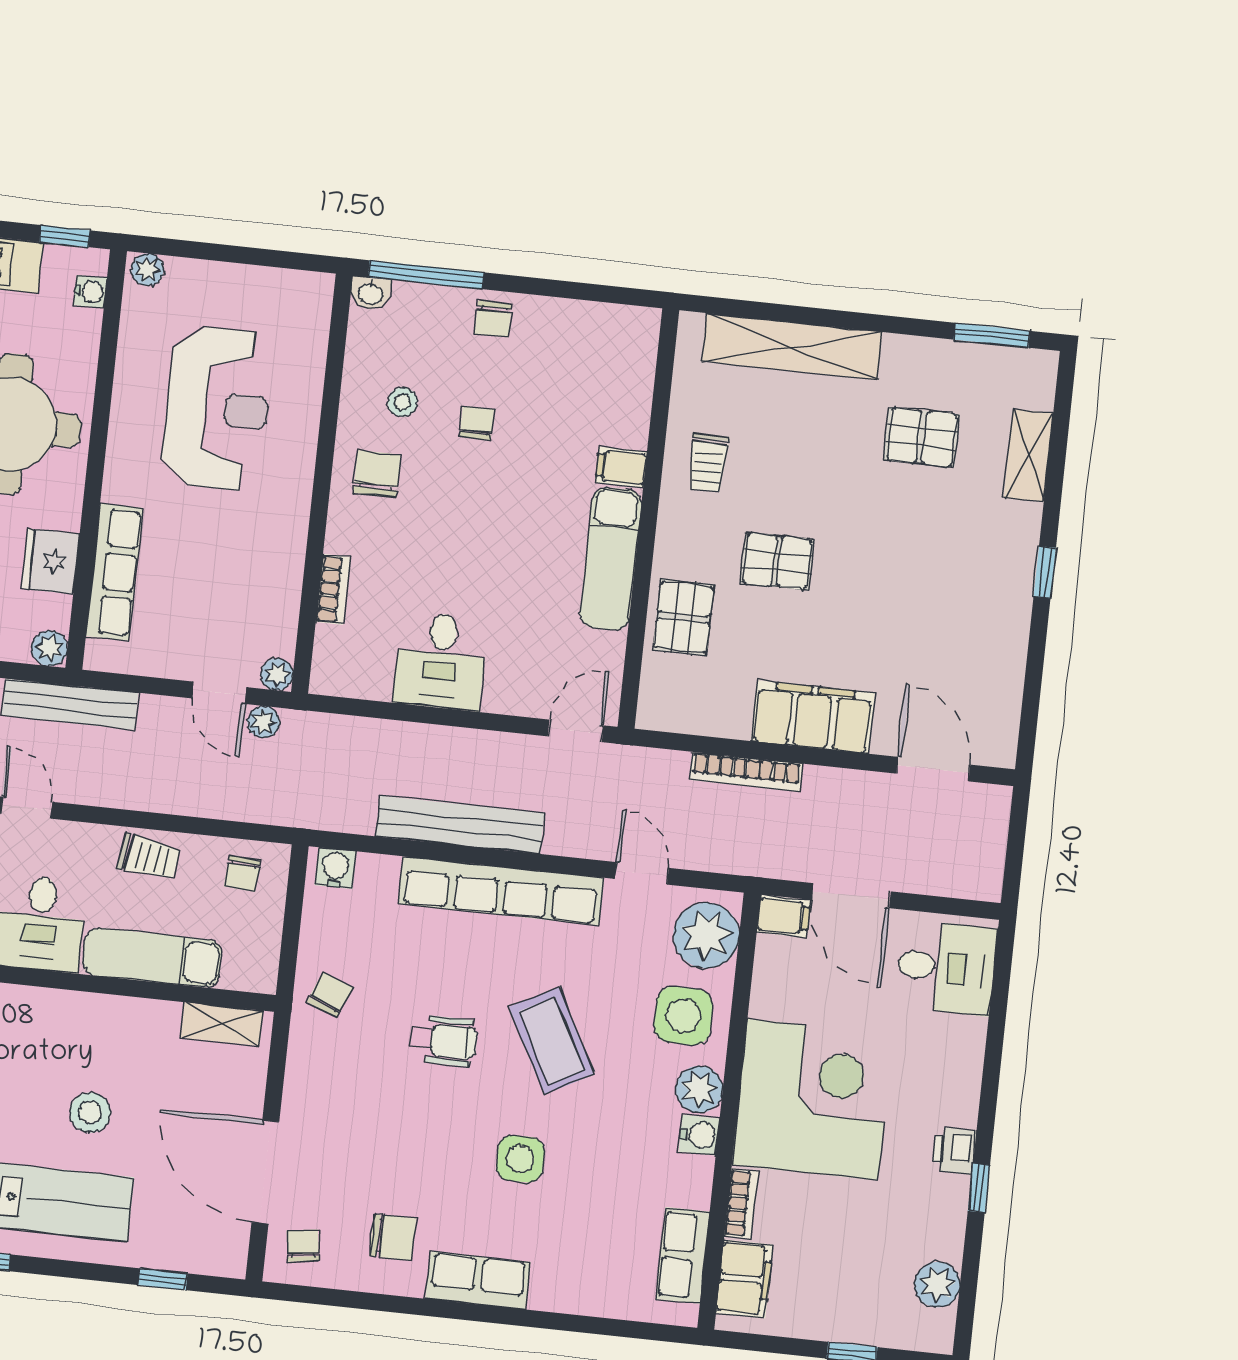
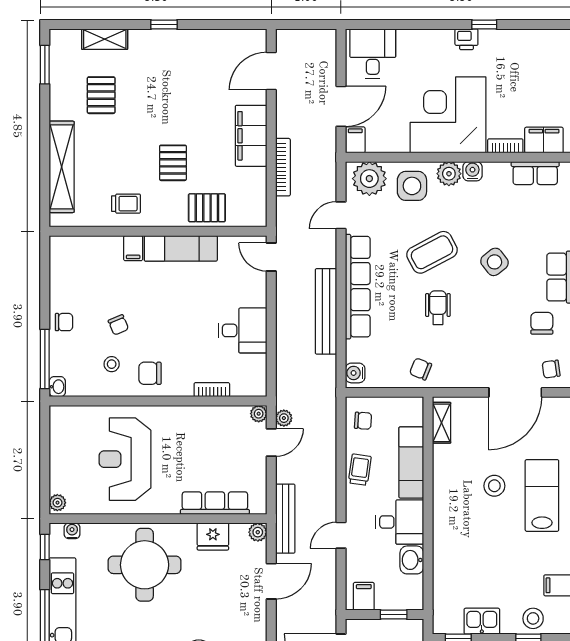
reception desk: (217, 408) -> (125, 459), turned -90
chair: (477, 423) -> (118, 325), turned -113
side table: (520, 1159) -> (494, 262), turned -38
plant: (937, 1285) -> (536, 41), removed

